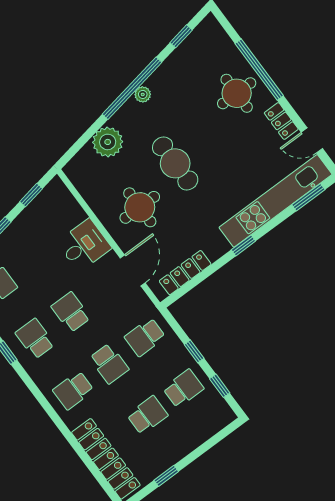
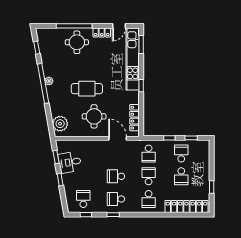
plant: (108, 142) -> (60, 124), moved
desk: (84, 245) -> (70, 162), moved, turned -100
school desk: (109, 364) -> (149, 176), turned -90
school desk: (147, 415) -> (181, 176), turned 180

